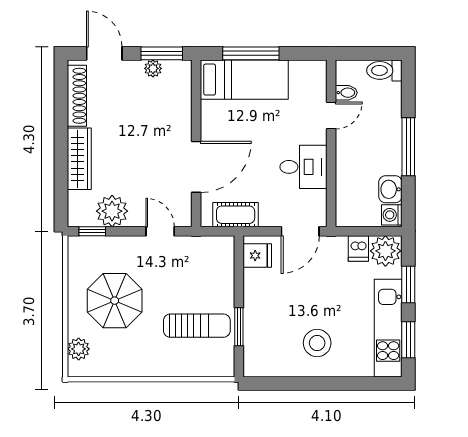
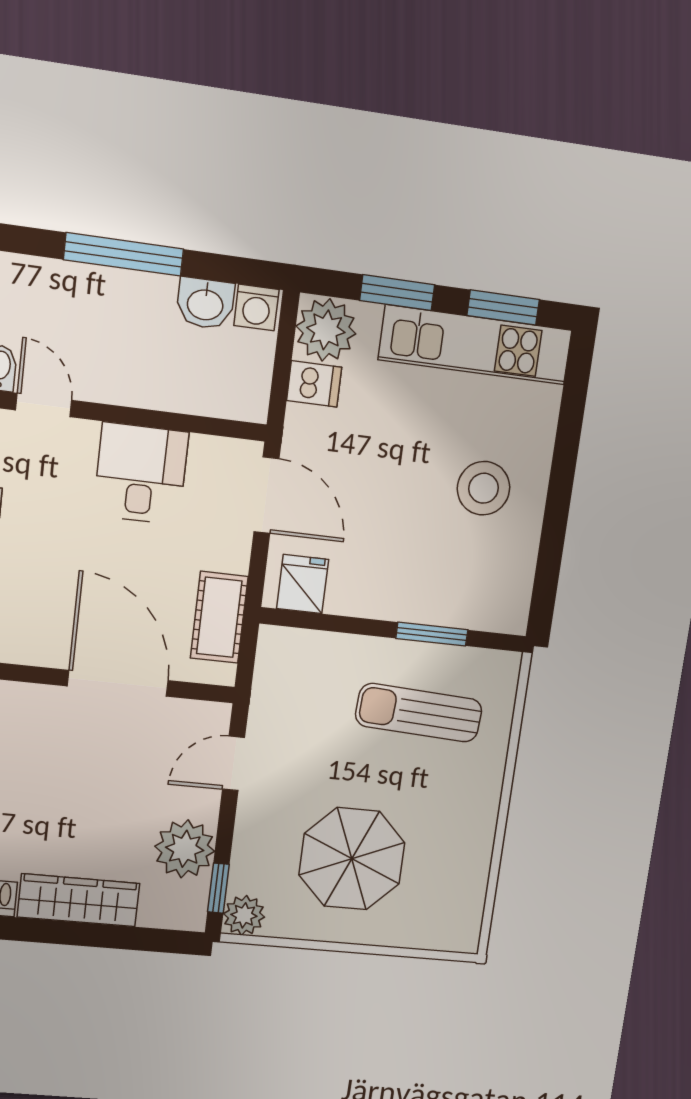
sun lounger: (197, 326) -> (419, 713), turned -87
plant: (79, 349) -> (244, 915), moved

